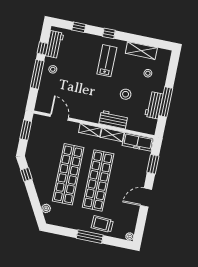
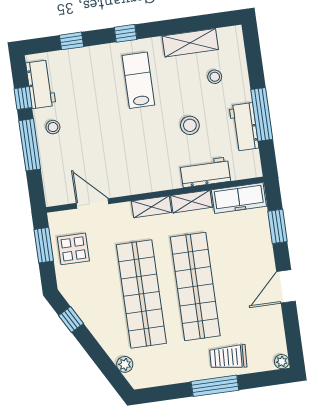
workbench: (113, 120) -> (205, 172), moved
display table: (41, 138) -> (73, 249), added

